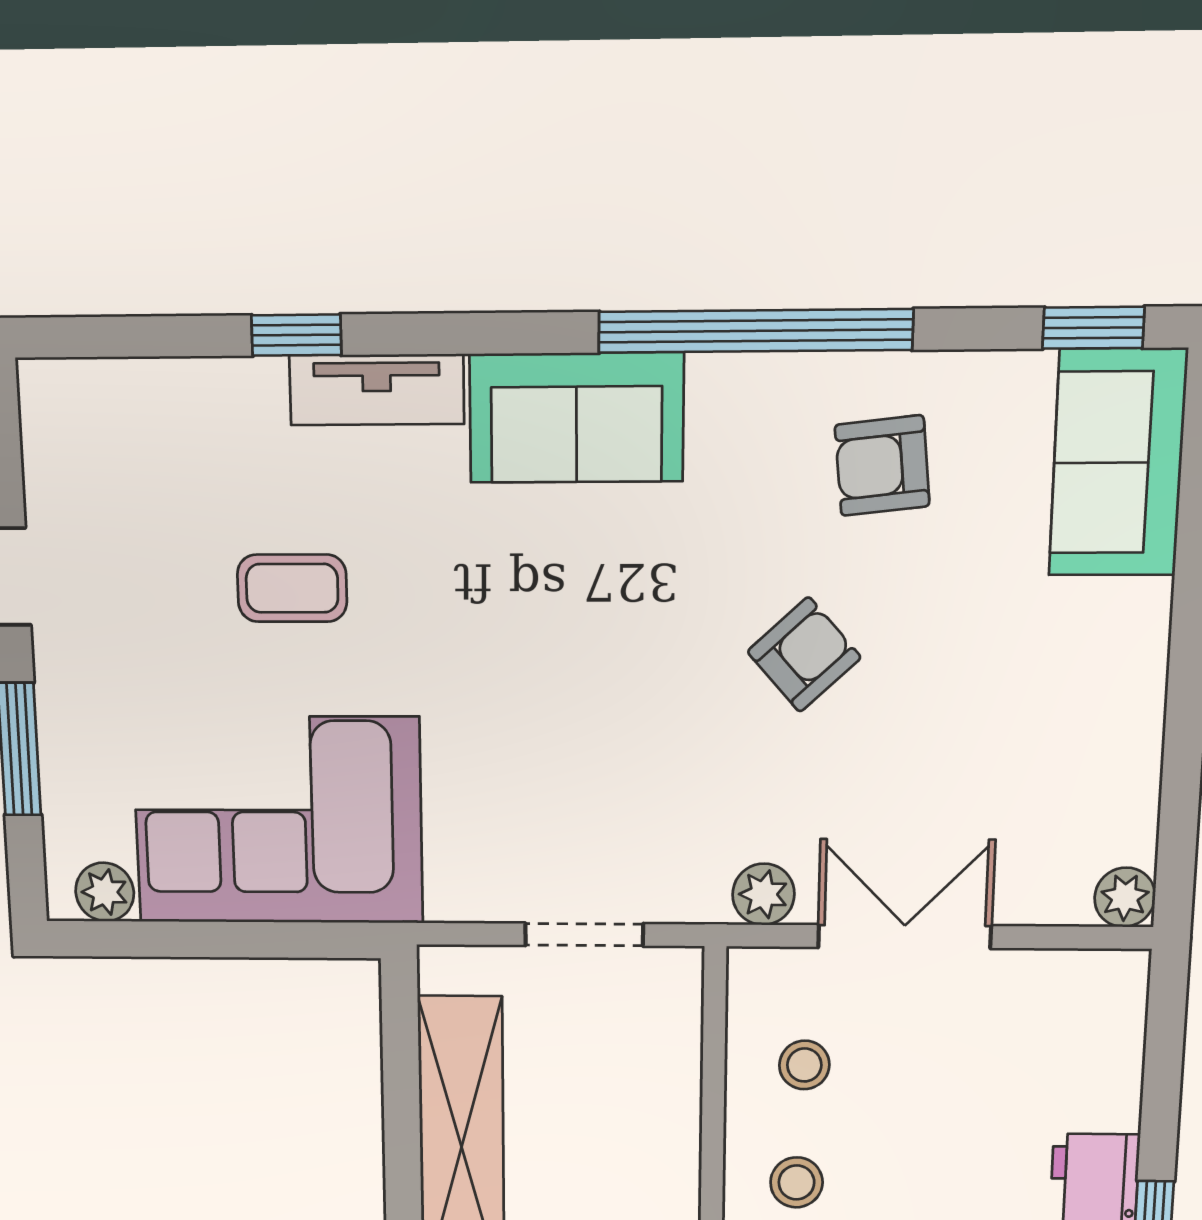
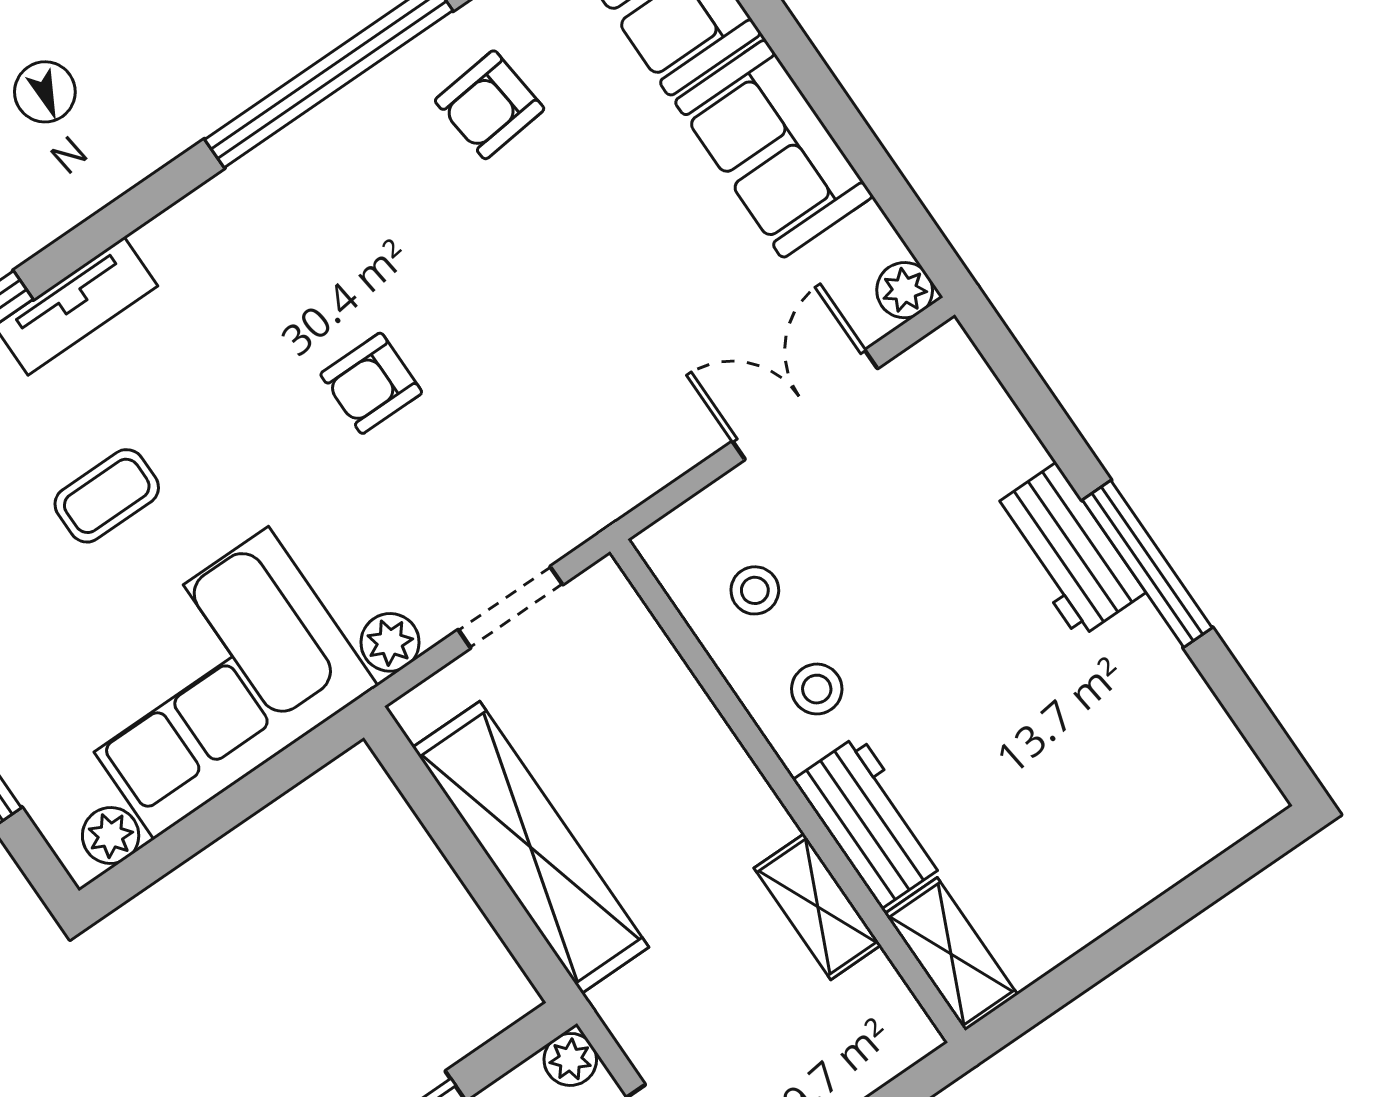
sofa: (577, 418) -> (774, 149), moved, turned 90
armchair: (804, 655) -> (371, 383), moved, turned -138
plant: (764, 894) -> (390, 642), moved
double door: (904, 936) -> (805, 405), moved

